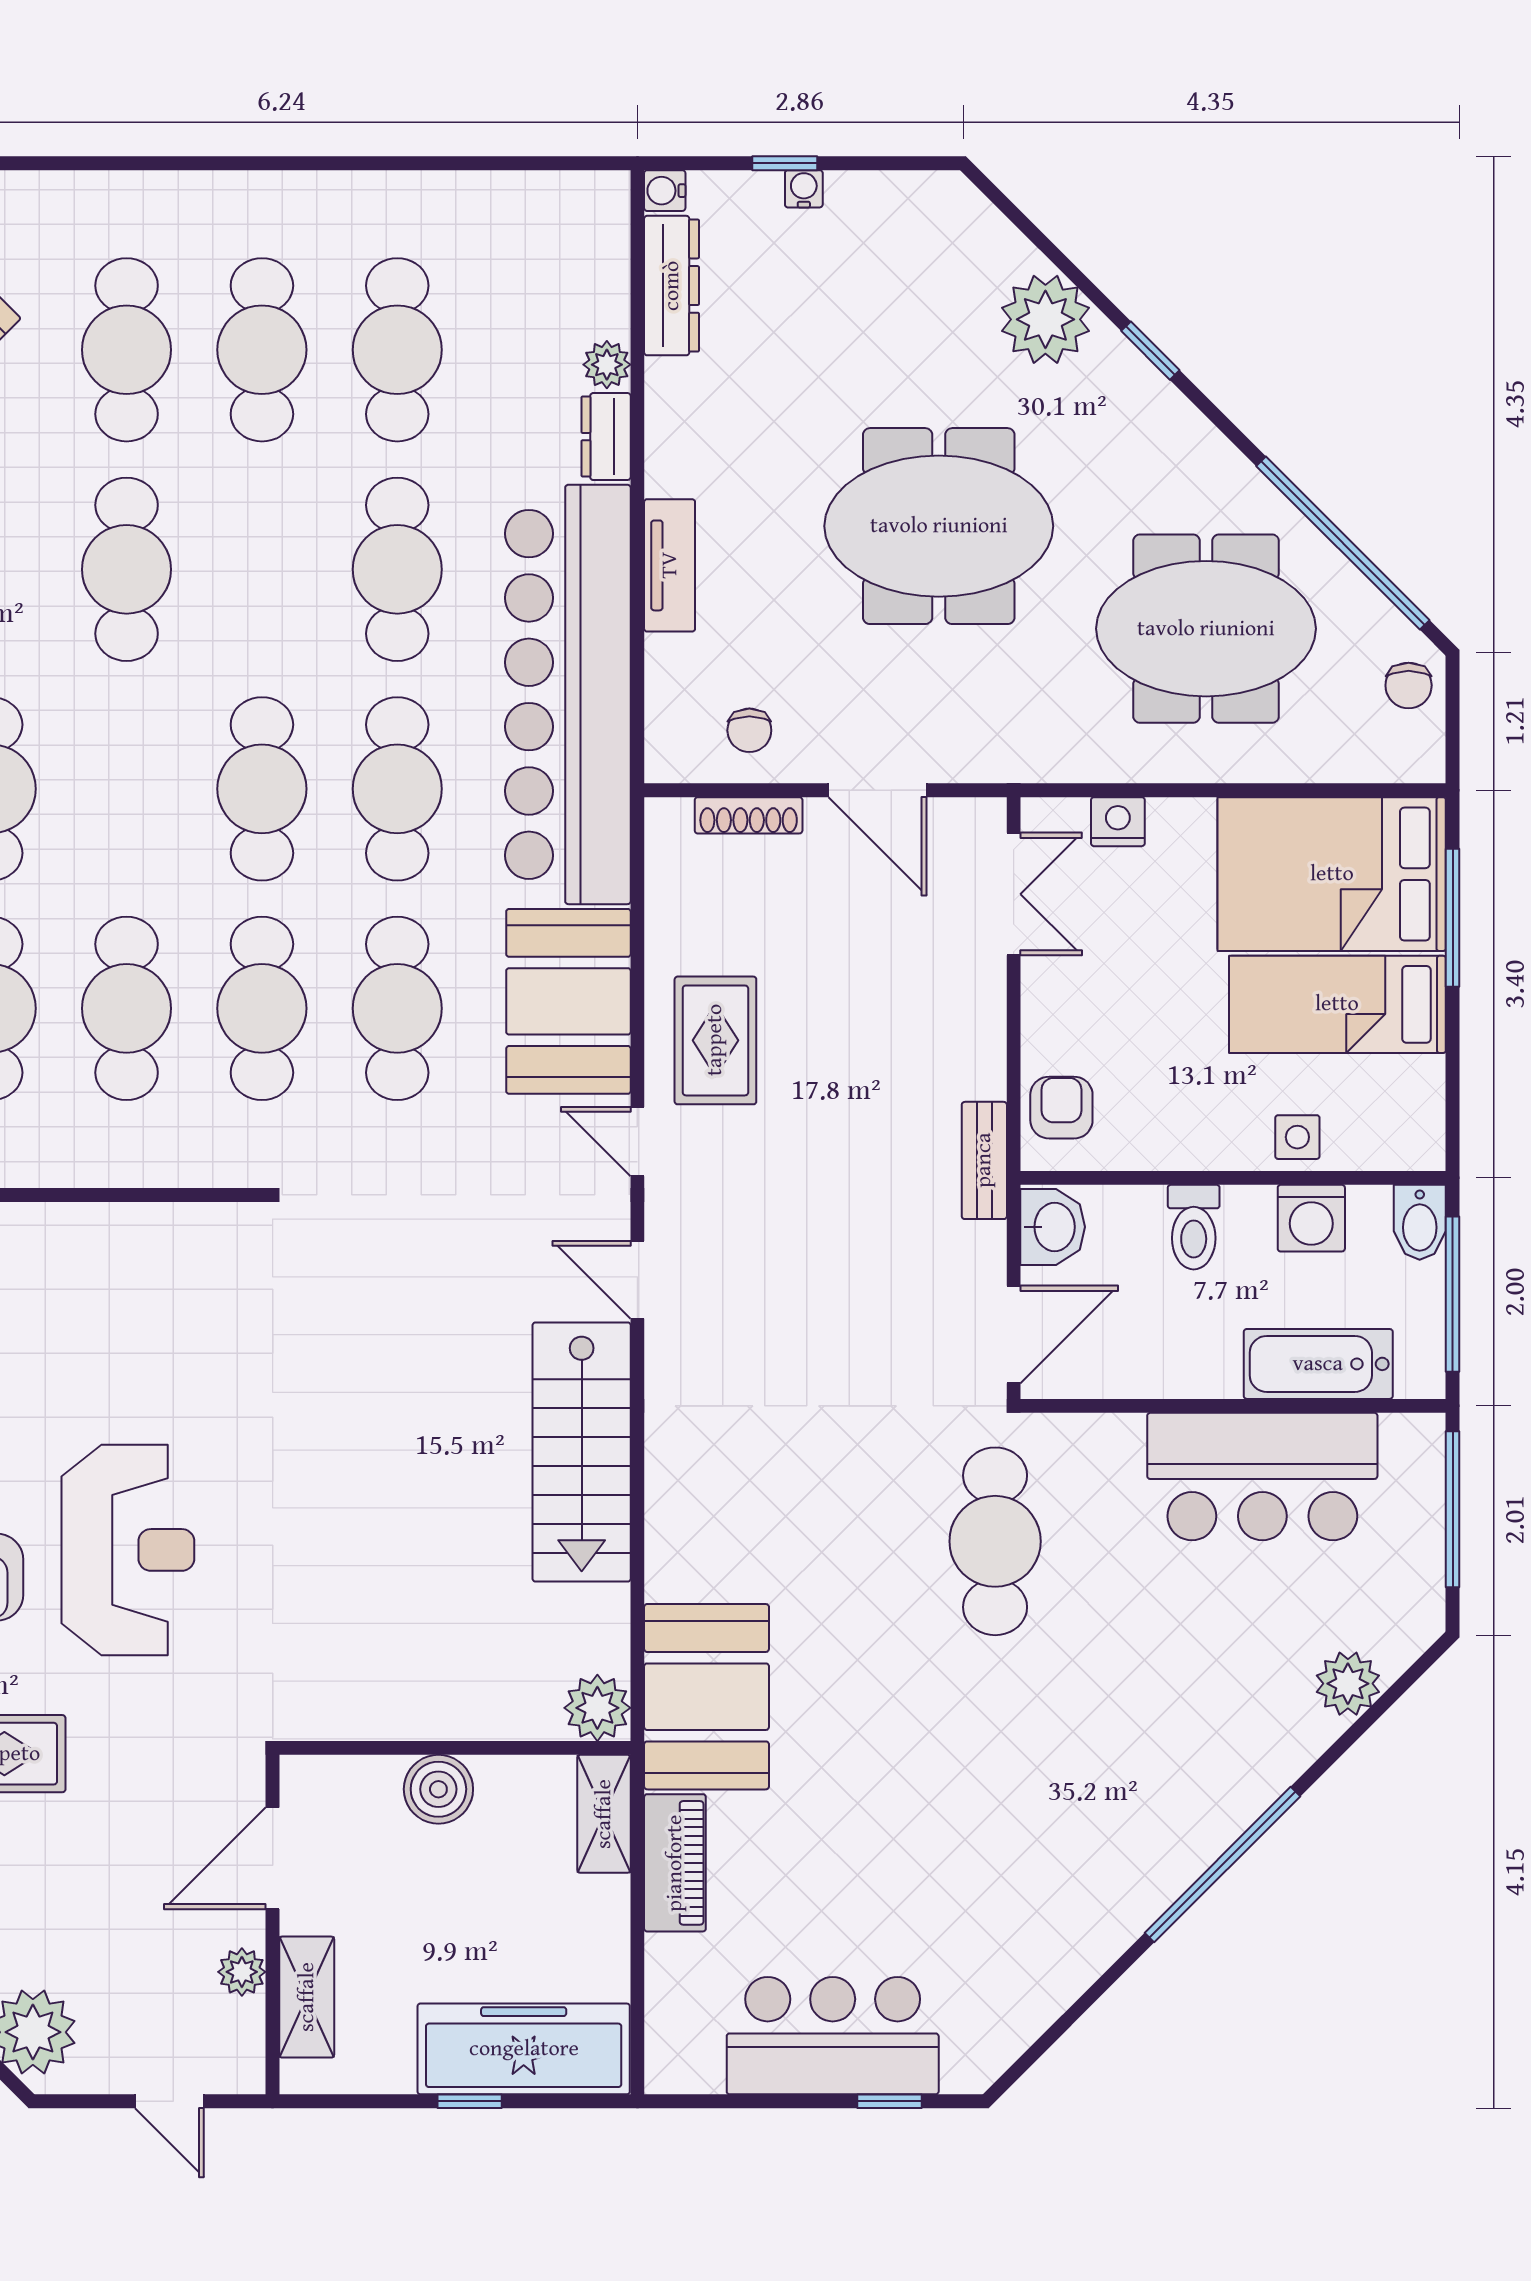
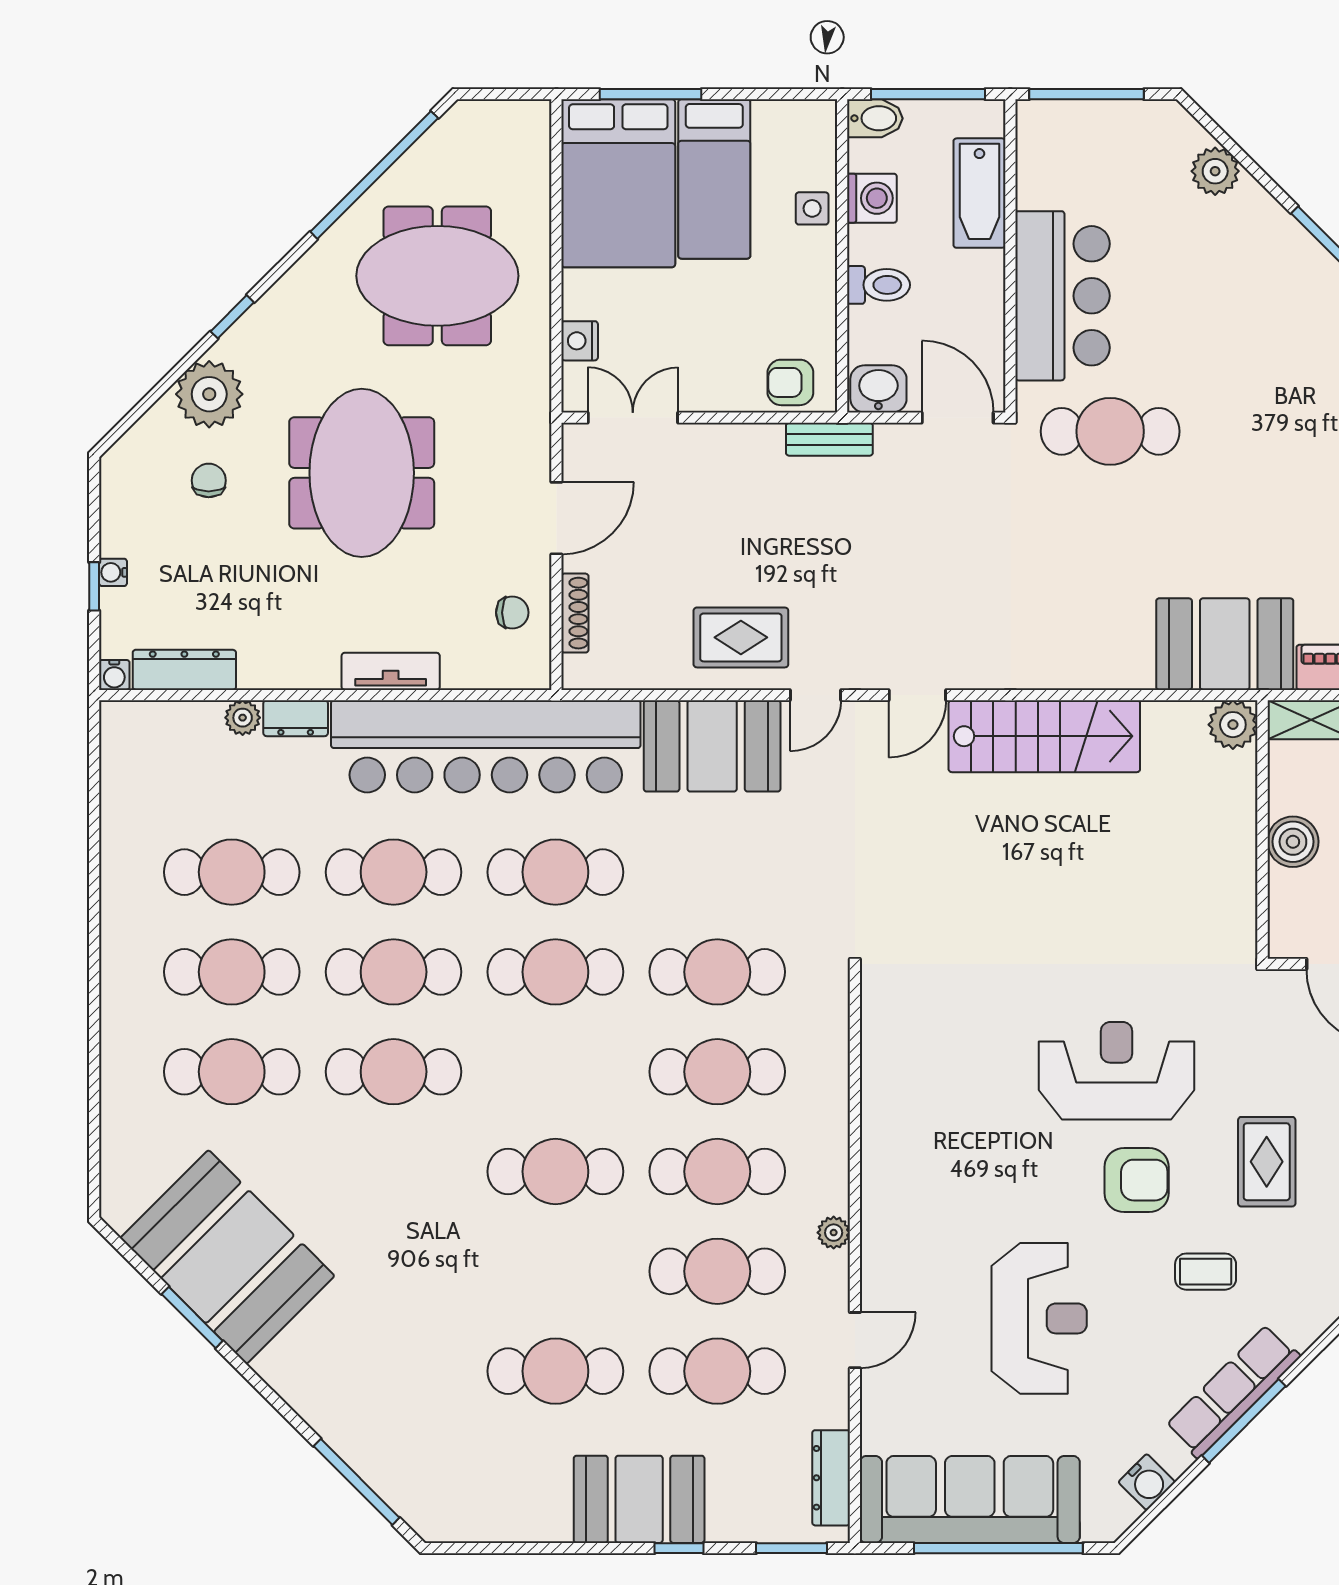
meeting table: (1206, 629) -> (437, 276), turned 90
chair: (1409, 685) -> (209, 480), moved, turned -90
cafe table: (397, 1008) -> (394, 972), moved
bar counter: (1262, 1477) -> (1062, 296), moved

